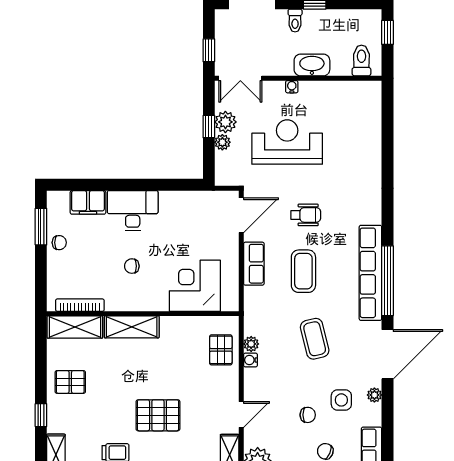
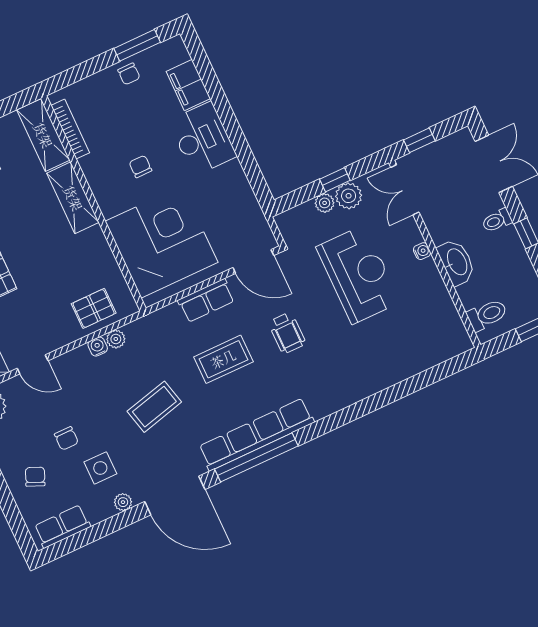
corner desk: (195, 286) -> (161, 242), width x1.36, depth x1.36

